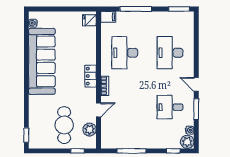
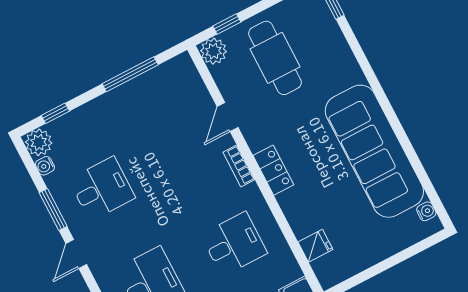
fridge: (89, 20) -> (315, 246), moved
desk: (125, 53) -> (234, 244), width x0.73
door: (196, 84) -> (76, 254), swing flipped
plant: (90, 130) -> (214, 51), moved

